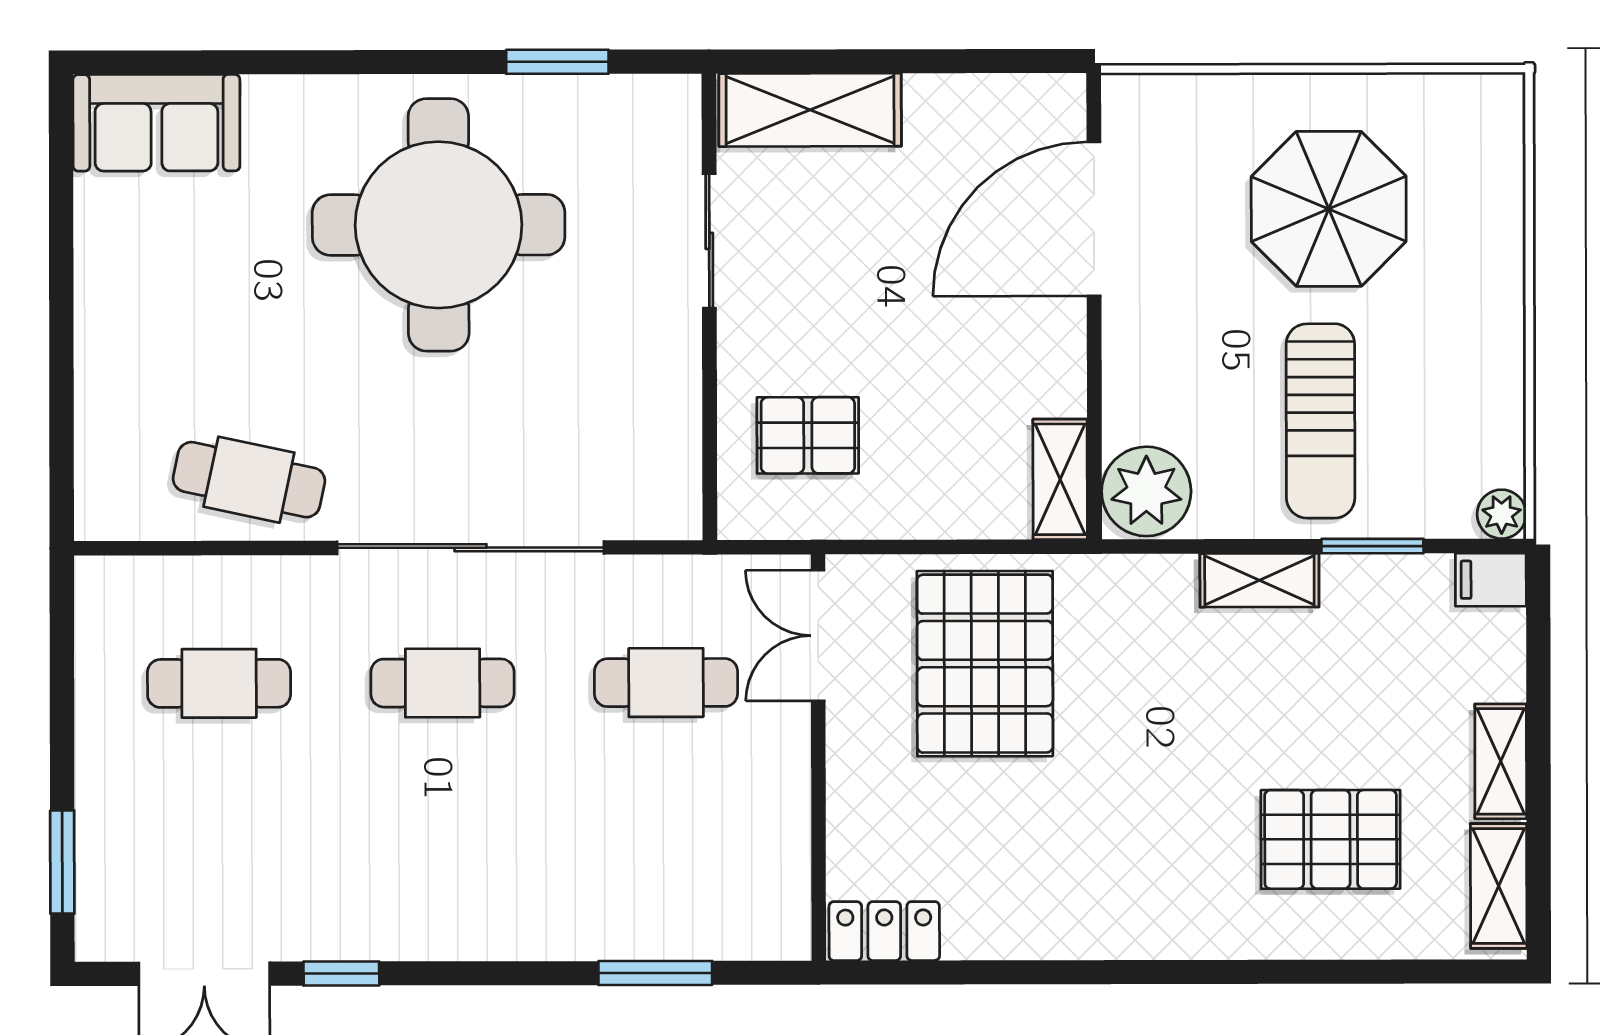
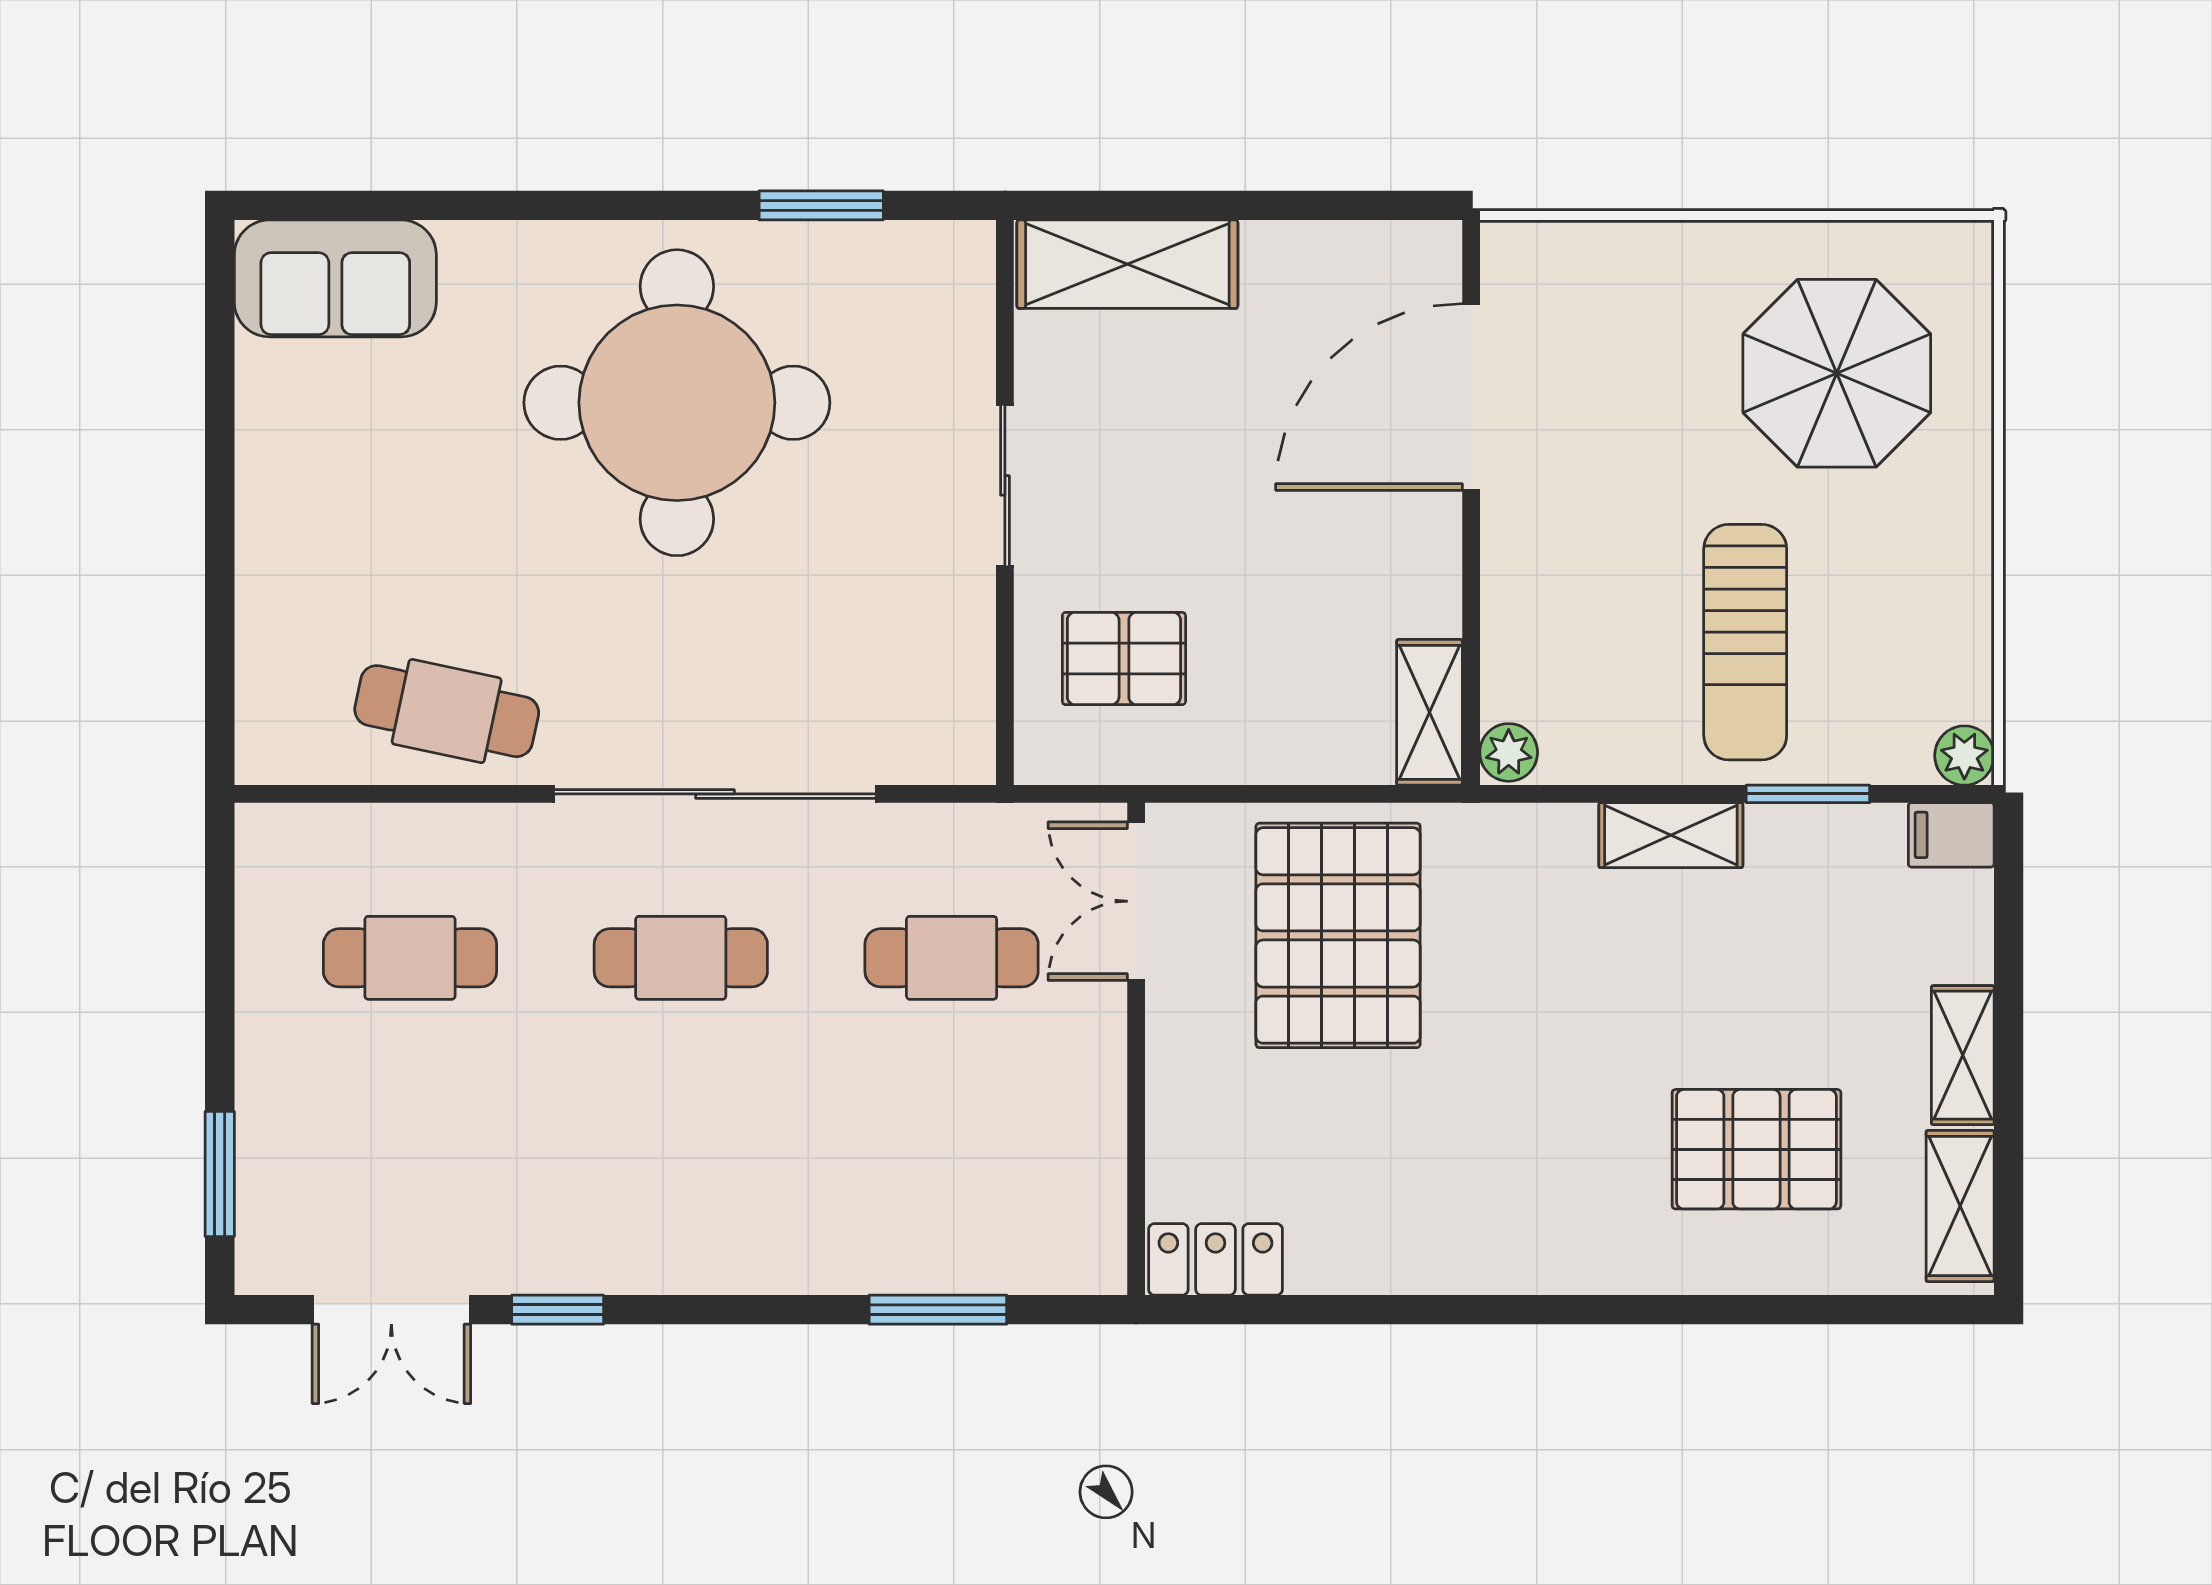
parasol: (1329, 209) -> (1837, 373), moved
sliding door: (709, 241) -> (1005, 485), moved
plant: (1146, 491) -> (1509, 752), width x0.53, depth x0.53

